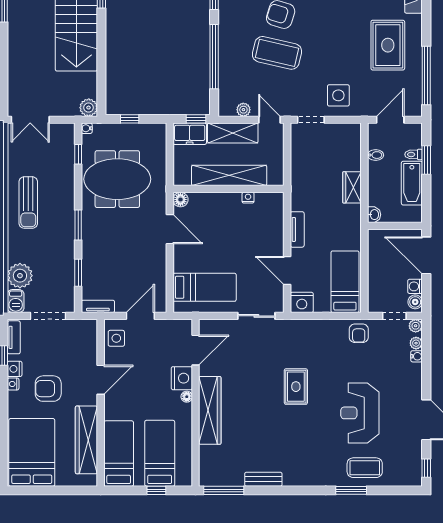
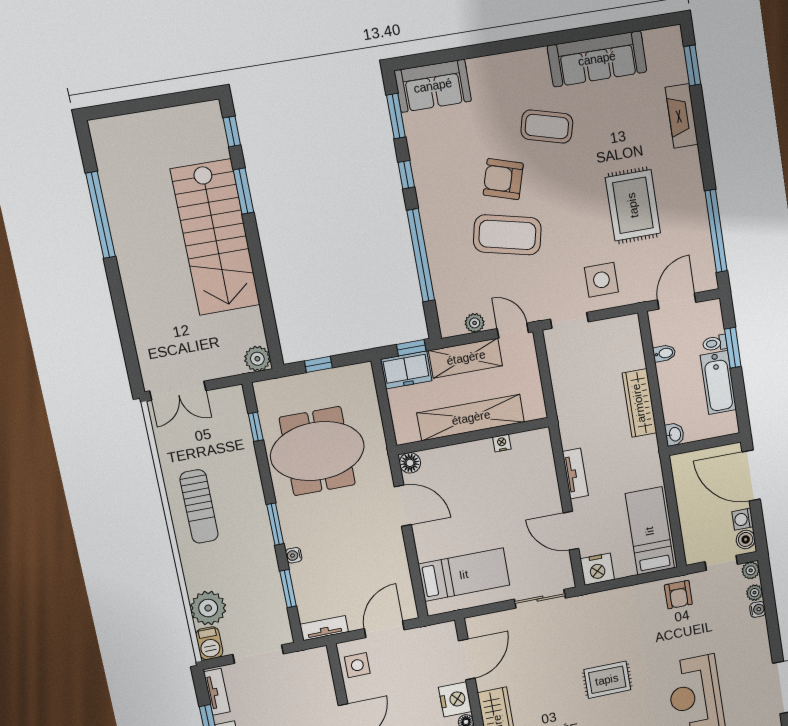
rug: (388, 45) -> (633, 205), moved
water cooler: (87, 128) -> (294, 555), moved
wardrobe: (352, 187) -> (639, 403), width x1.50
rug: (296, 387) -> (607, 680), turned 90

